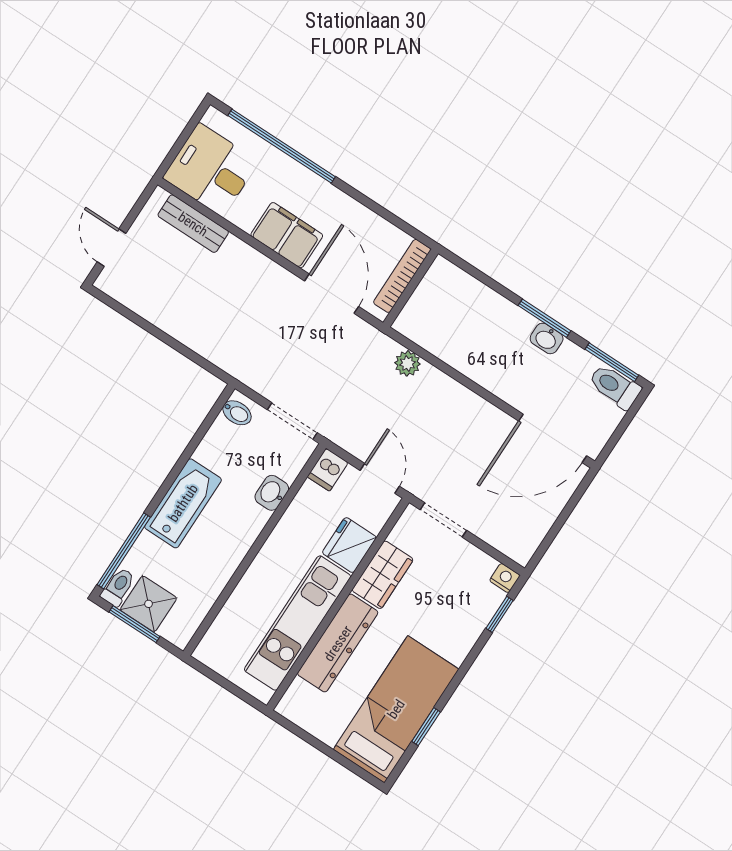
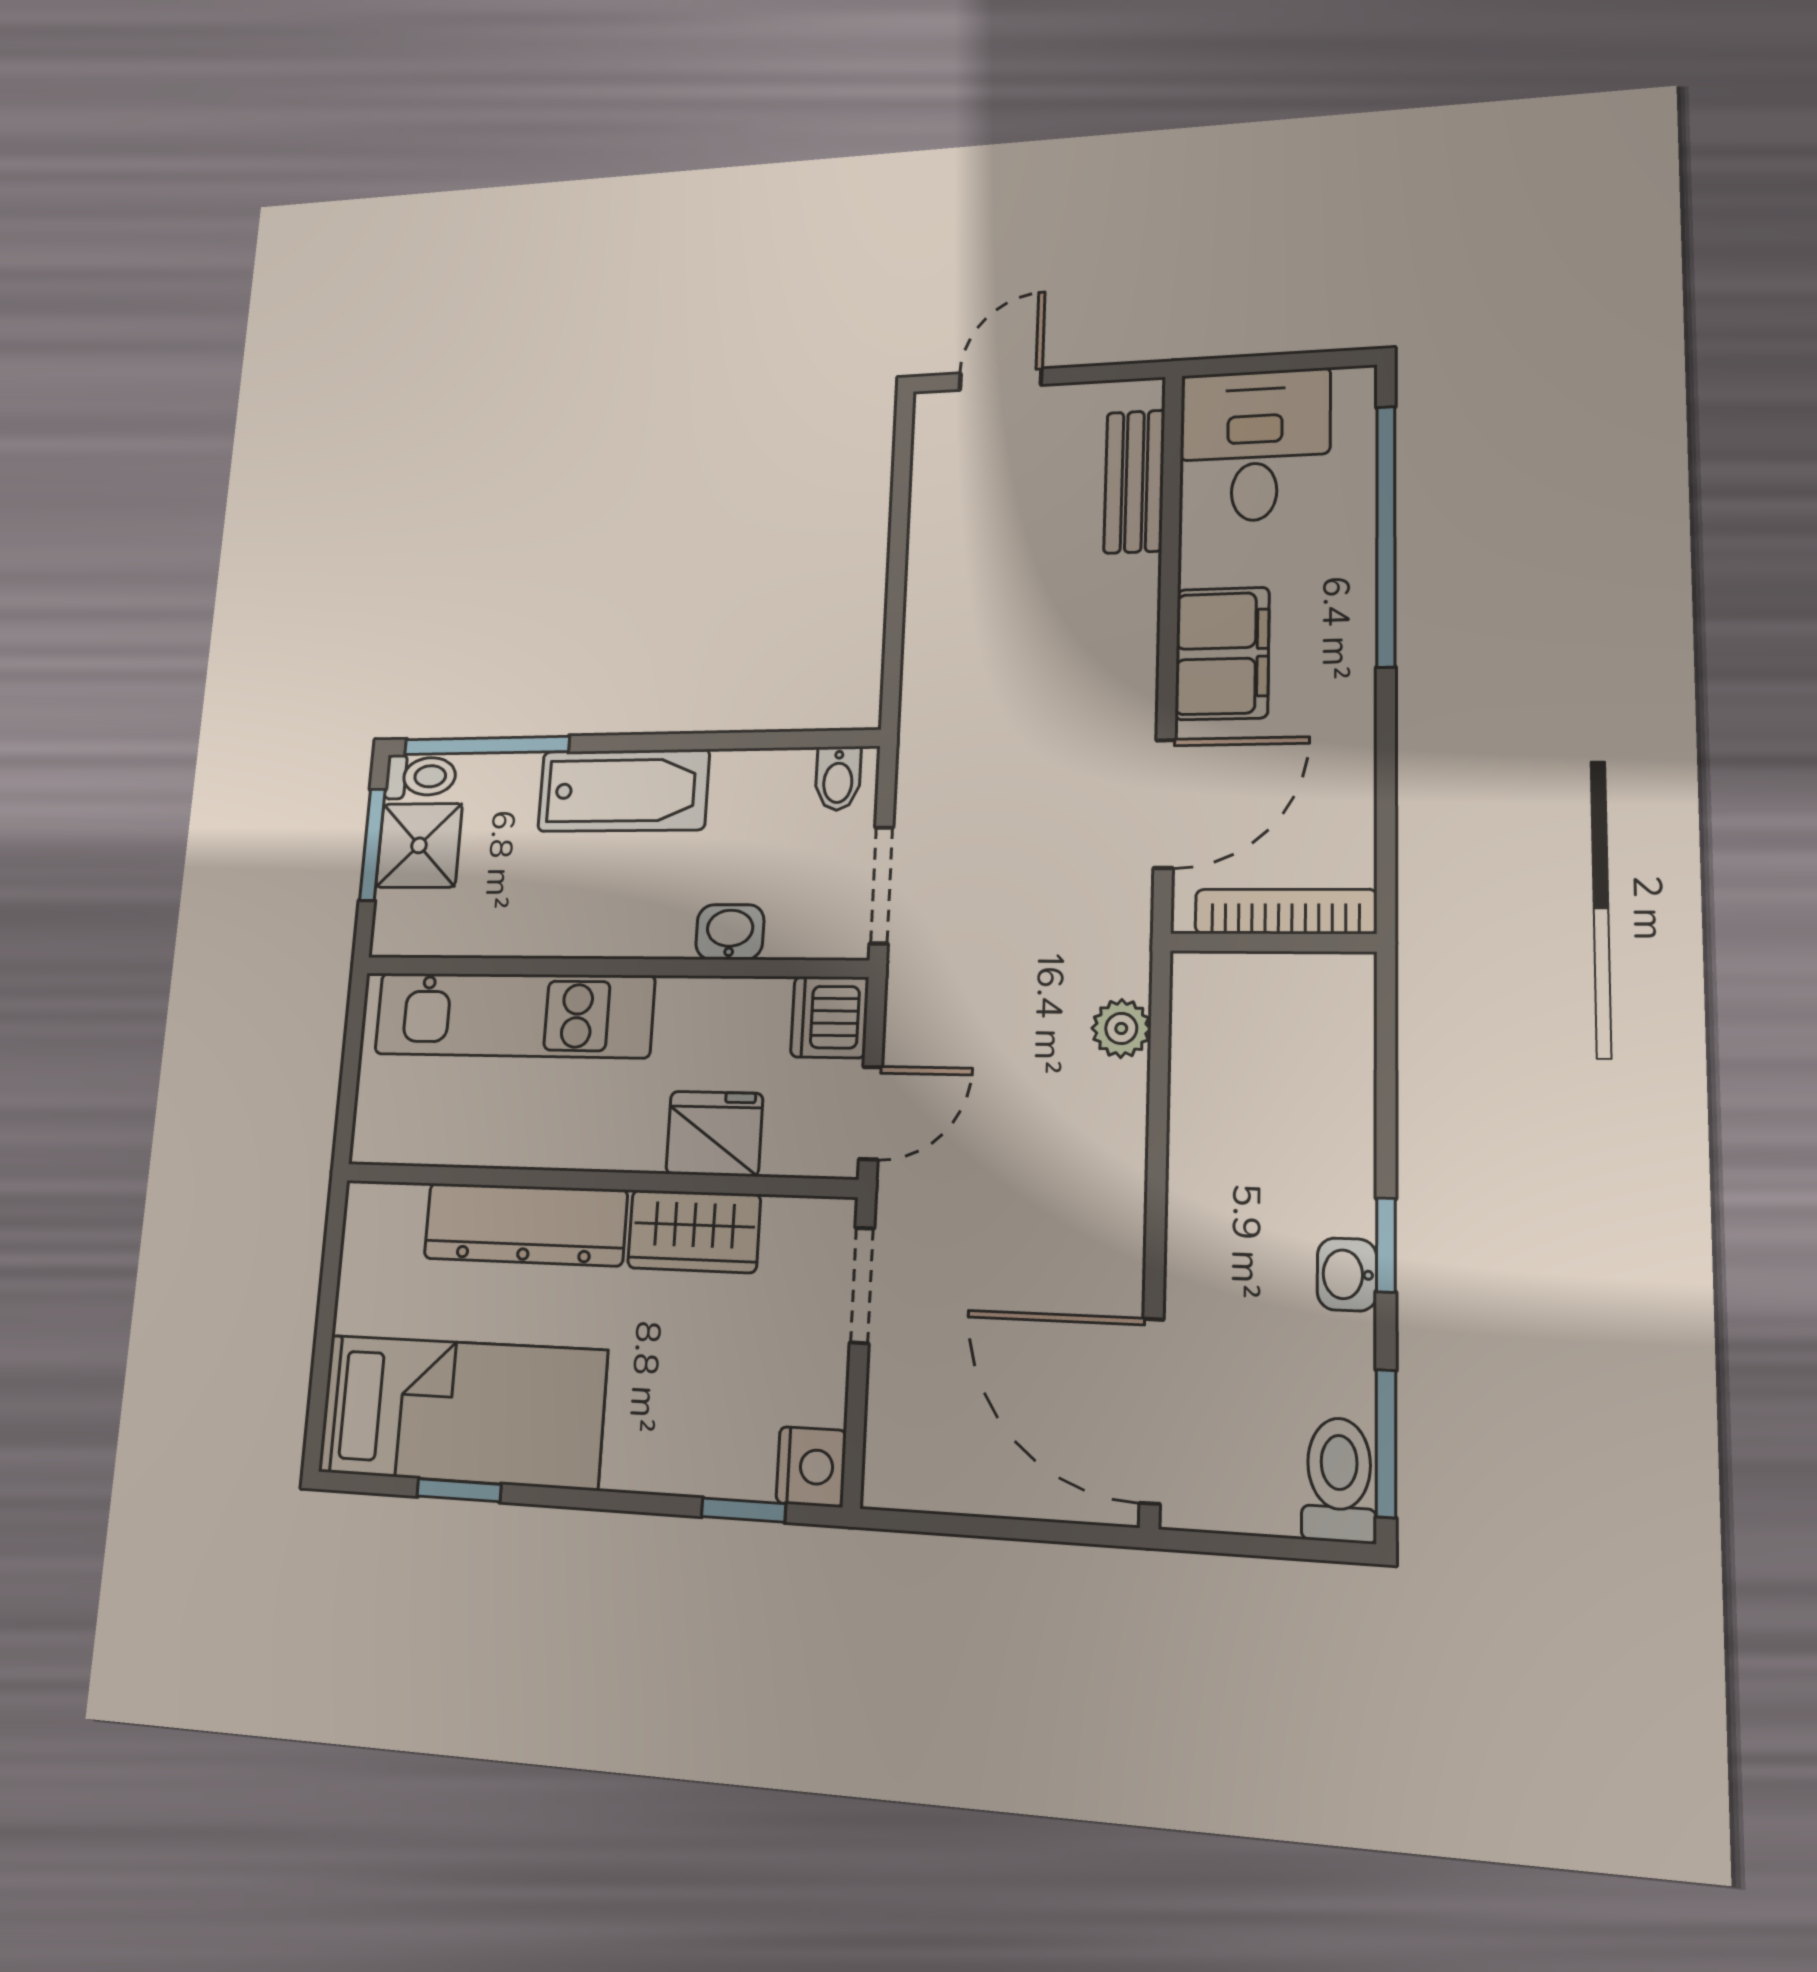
window: (544, 318) -> (1386, 1245), width x0.67
dishwasher: (328, 470) -> (830, 1017), width x1.38
nightstand: (505, 578) -> (811, 1467), width x1.39, depth x1.35
kitchen unit: (298, 623) -> (513, 1015), moved, turned 180

